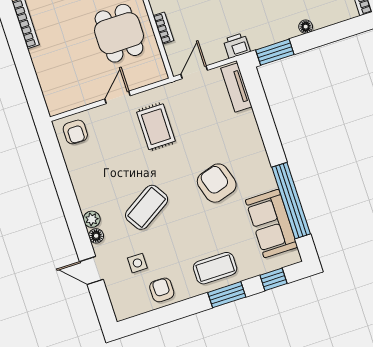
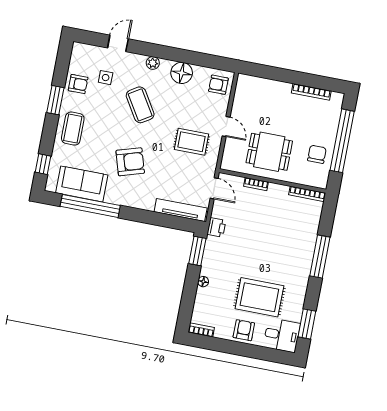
tv unit: (236, 87) -> (181, 210), width x1.41
floor lamp: (96, 236) -> (182, 73), moved, width x1.89, depth x1.89
window: (227, 295) -> (55, 100), moved

